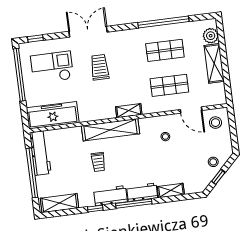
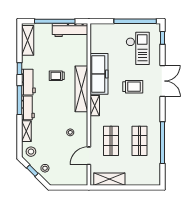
plant: (211, 36) -> (147, 179), removed
shelving: (214, 63) -> (109, 179), moved
freezer: (53, 115) -> (99, 74), moved
stool: (216, 123) -> (31, 152), moved

